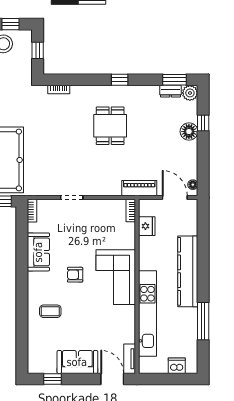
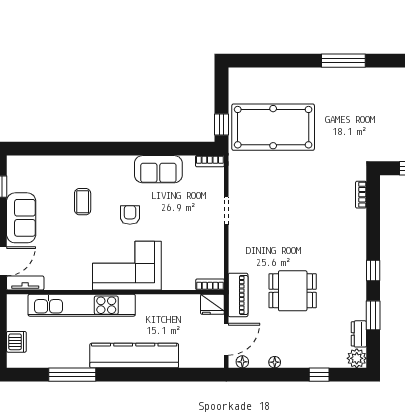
window: (175, 80) -> (373, 315), moved
dining table: (110, 126) -> (293, 291), moved
floor lamp: (189, 132) -> (275, 362), moved, width x0.53, depth x0.53
fridge: (147, 226) -> (212, 304), moved
coffee table: (50, 311) -> (83, 202), moved

